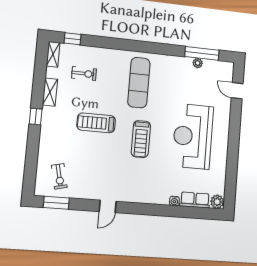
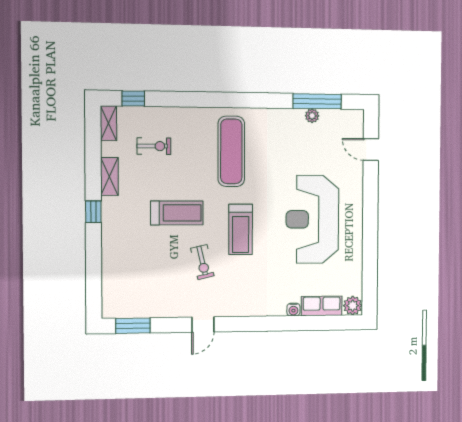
treadmill: (96, 123) -> (177, 213), turned 180
exercise bike: (59, 176) -> (202, 262), moved

